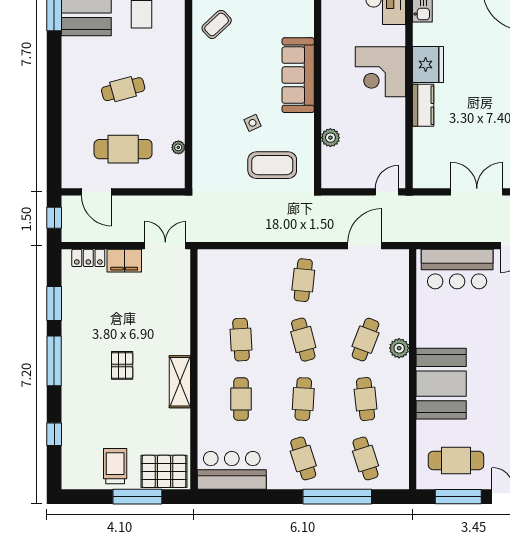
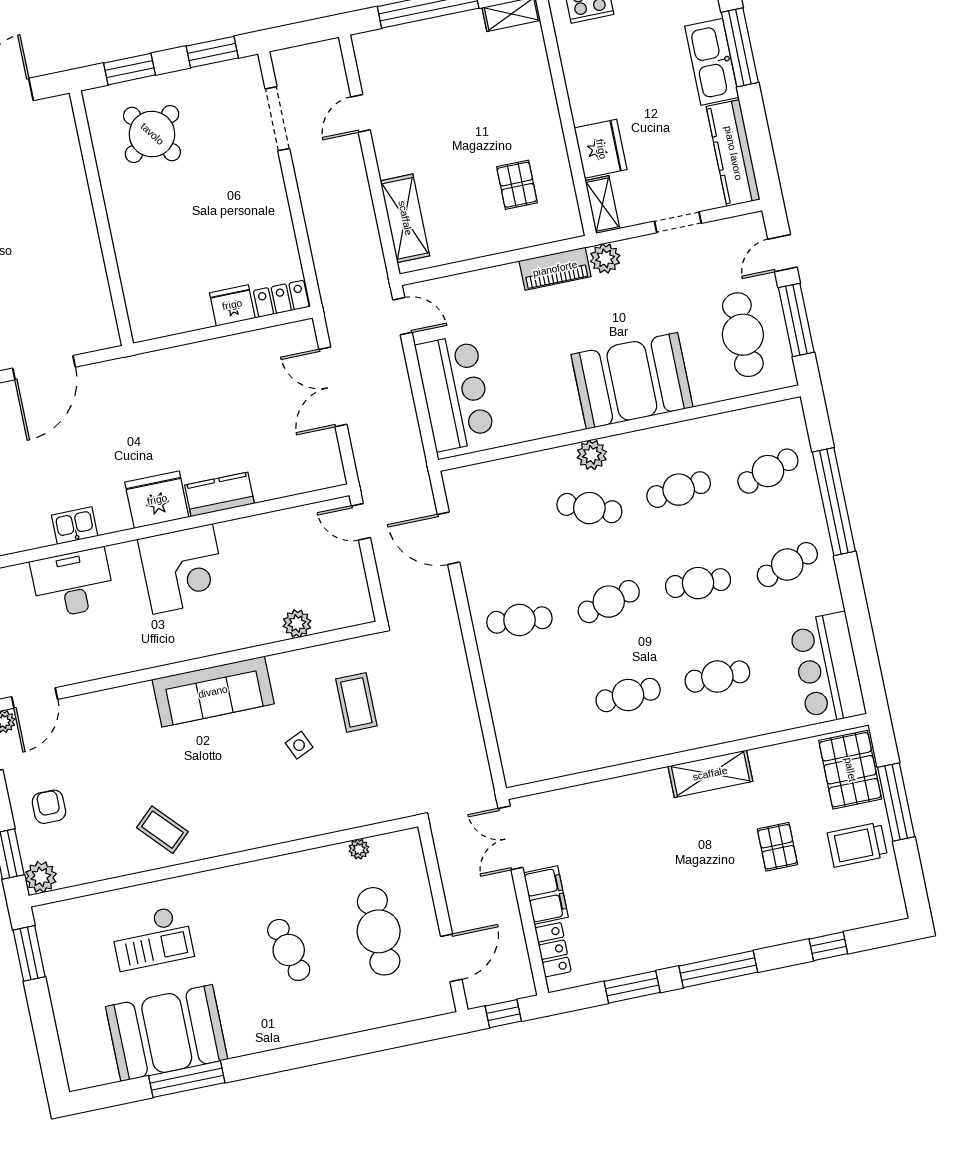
coffee table: (272, 165) -> (356, 702), width x0.73, depth x0.76
pallet: (122, 365) -> (777, 847), moved, turned 90

